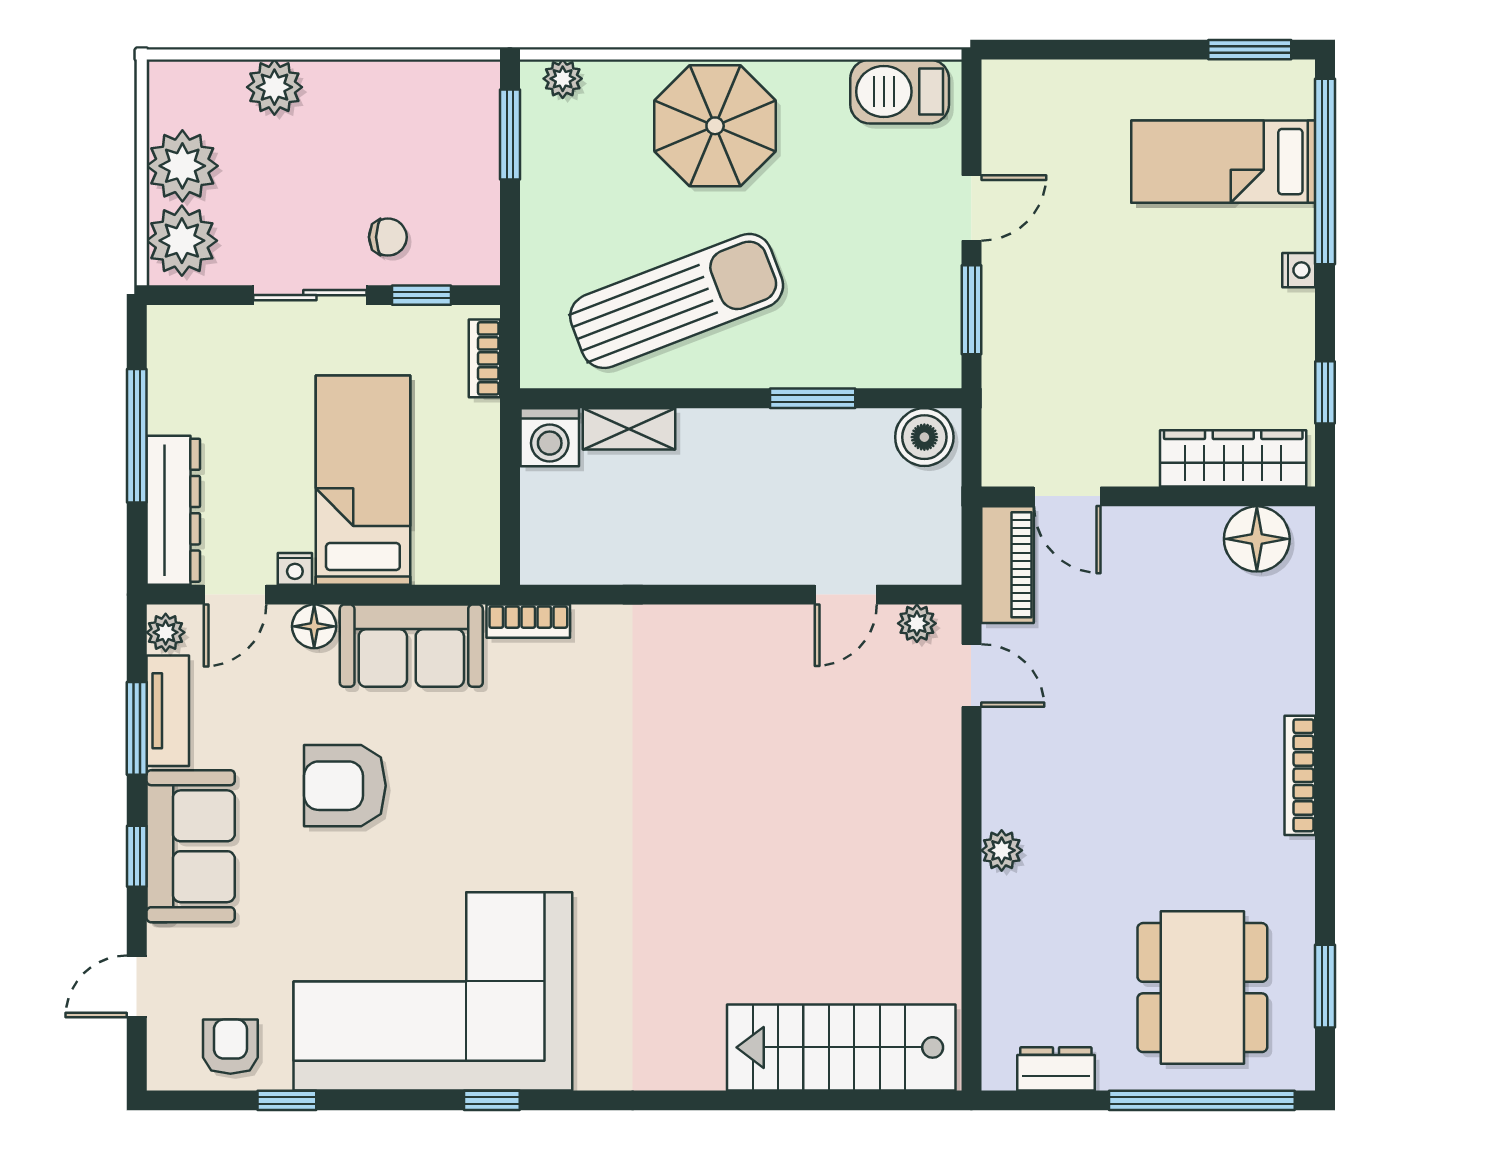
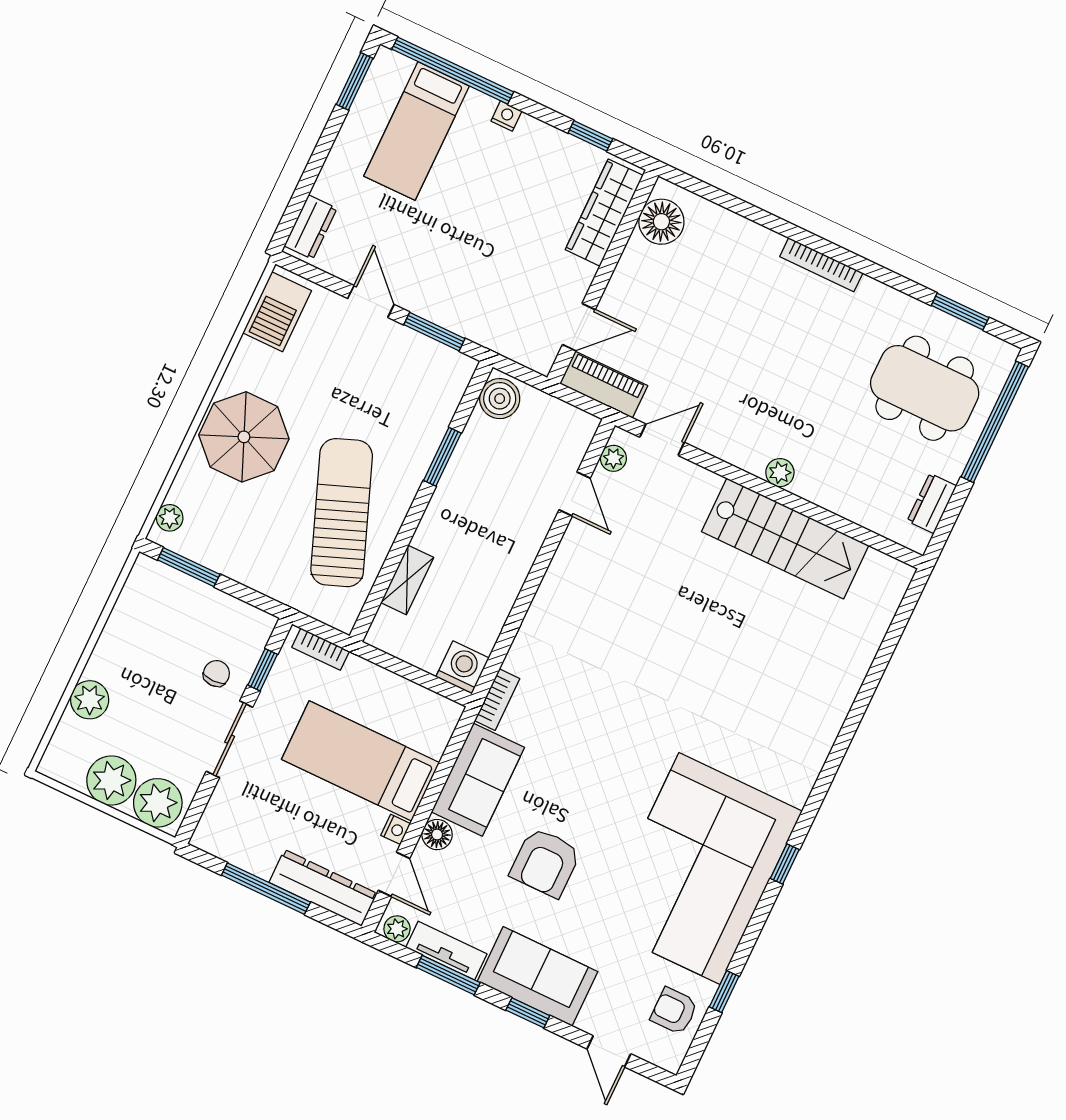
dresser: (1031, 83) -> (311, 227), added
washing machine: (550, 437) -> (462, 667), moved, turned -90
stairs: (841, 1047) -> (785, 539), moved, turned -90

